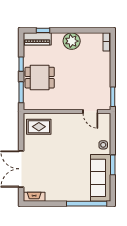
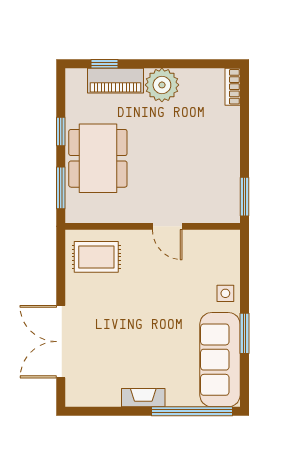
piano: (37, 39) -> (116, 81), moved
dining table: (40, 78) -> (98, 158), width x1.38
door: (90, 112) -> (167, 226), moved
fireplace: (34, 197) -> (143, 398), moved

